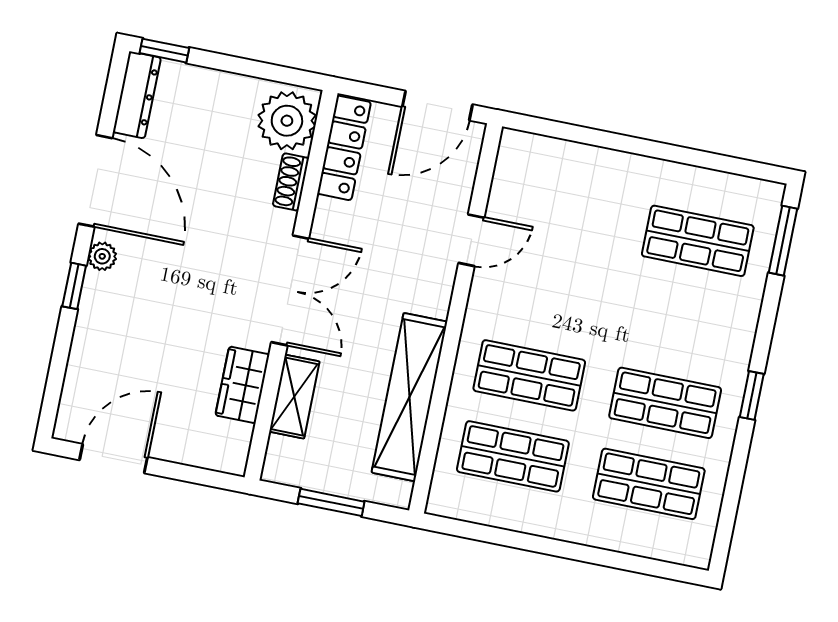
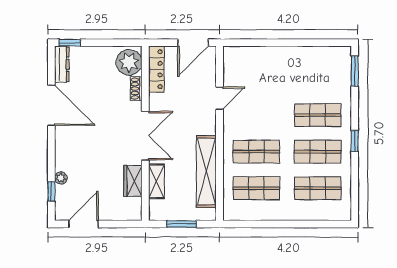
shop shelf: (698, 241) -> (318, 115), moved
plant: (102, 256) -> (61, 178), moved
window: (74, 286) -> (51, 191), moved

